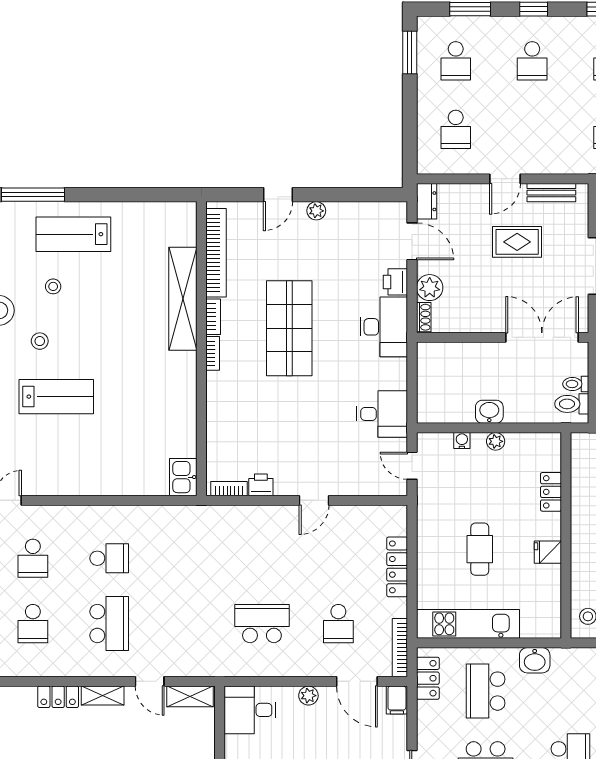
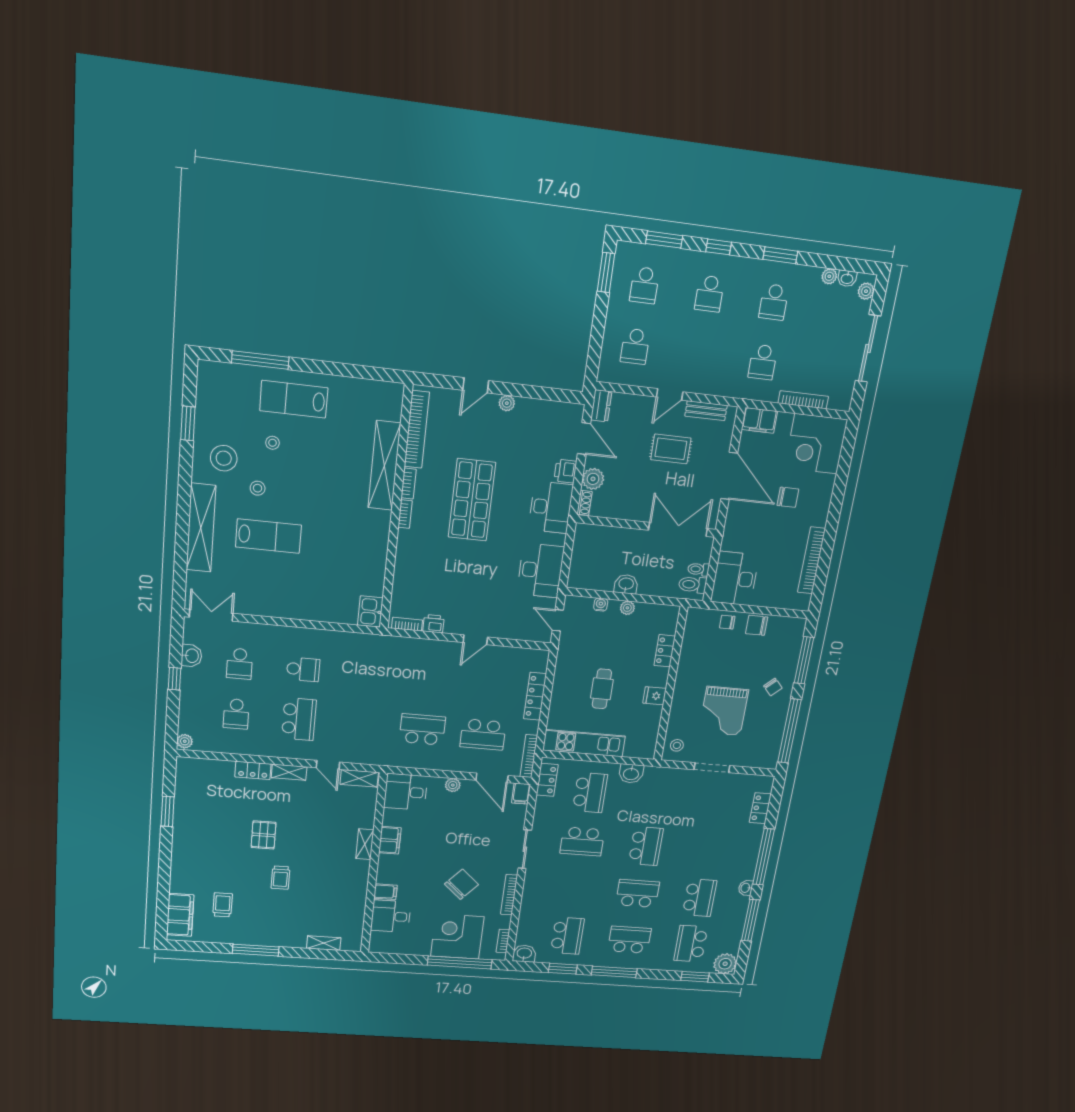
desk: (382, 414) -> (540, 570), width x1.37
school desk: (338, 624) -> (483, 734), width x1.85
school desk: (486, 691) -> (590, 793), turned 180

